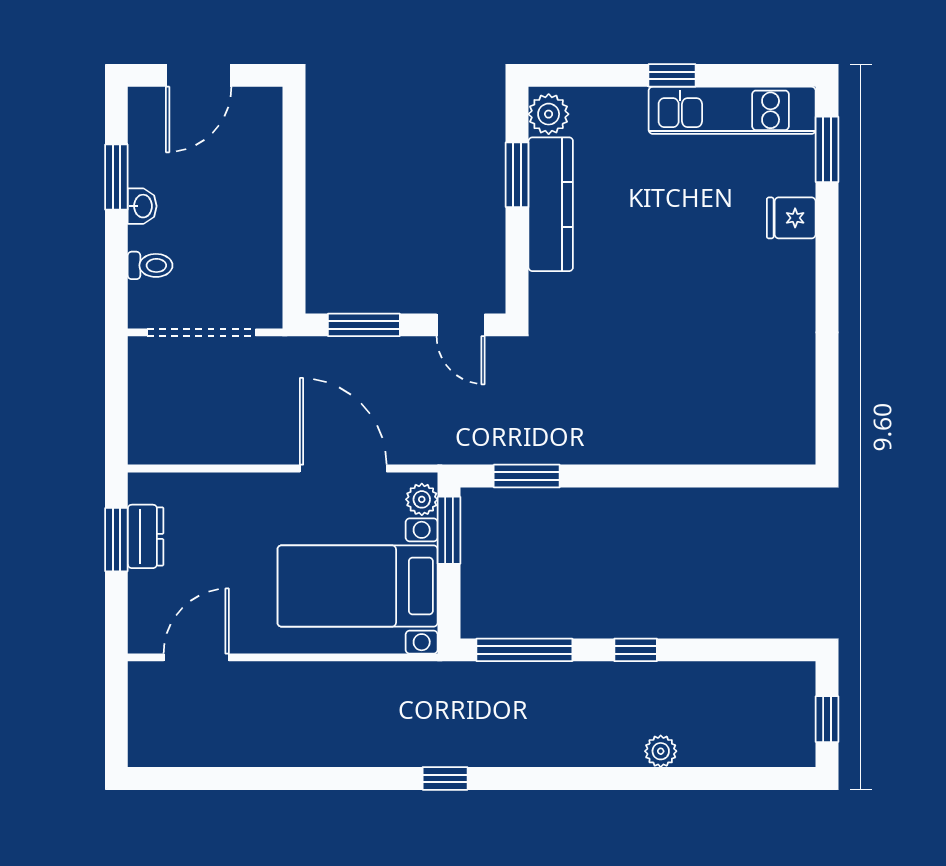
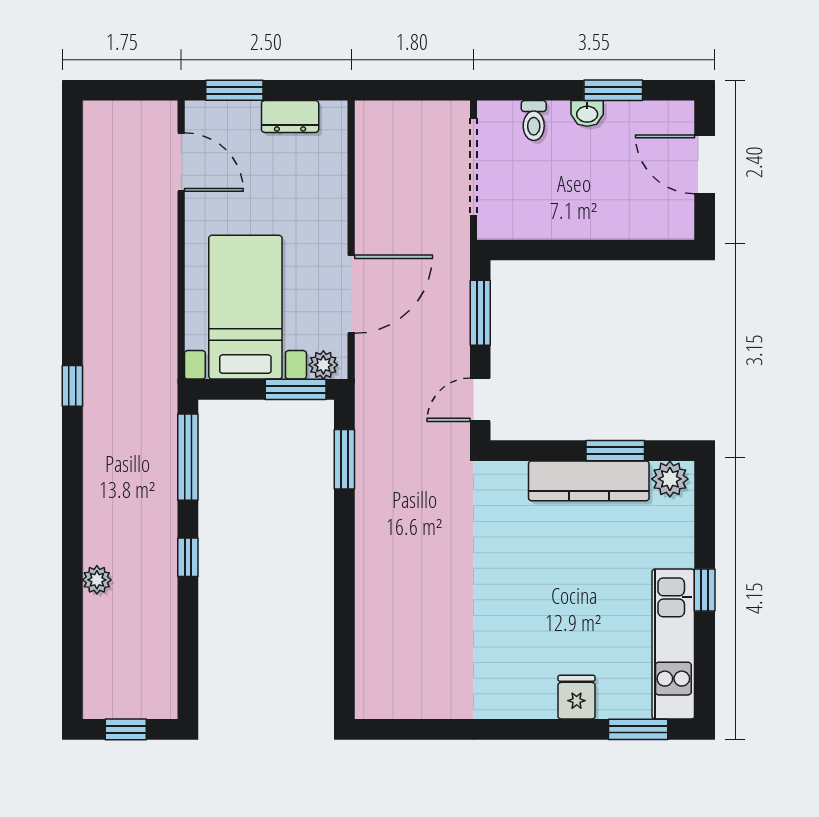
window: (116, 540) -> (234, 90), moved

